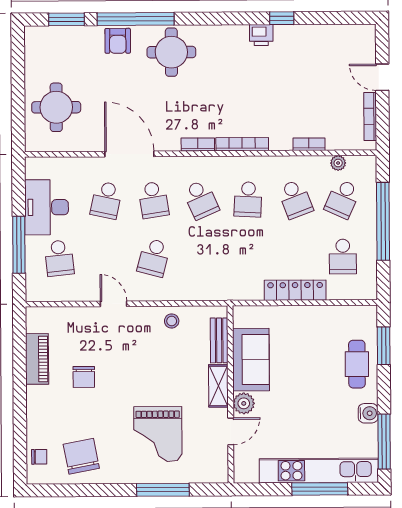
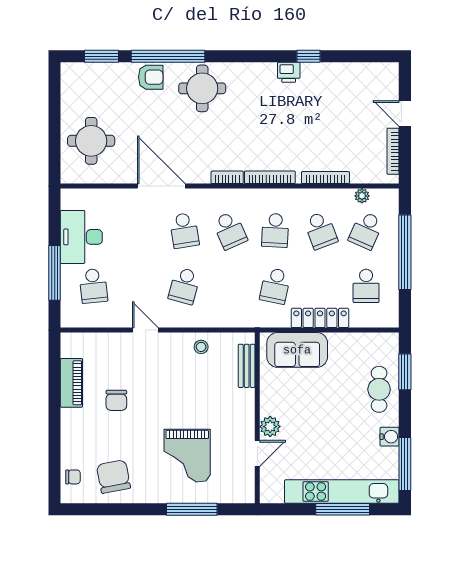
armchair: (118, 41) -> (151, 77), turned -90
bookcase: (309, 144) -> (325, 178), width x1.56
school desk: (106, 200) -> (275, 286), moved
sofa: (251, 360) -> (297, 350), moved, turned 90
shelving: (218, 386) -> (246, 410), removed

